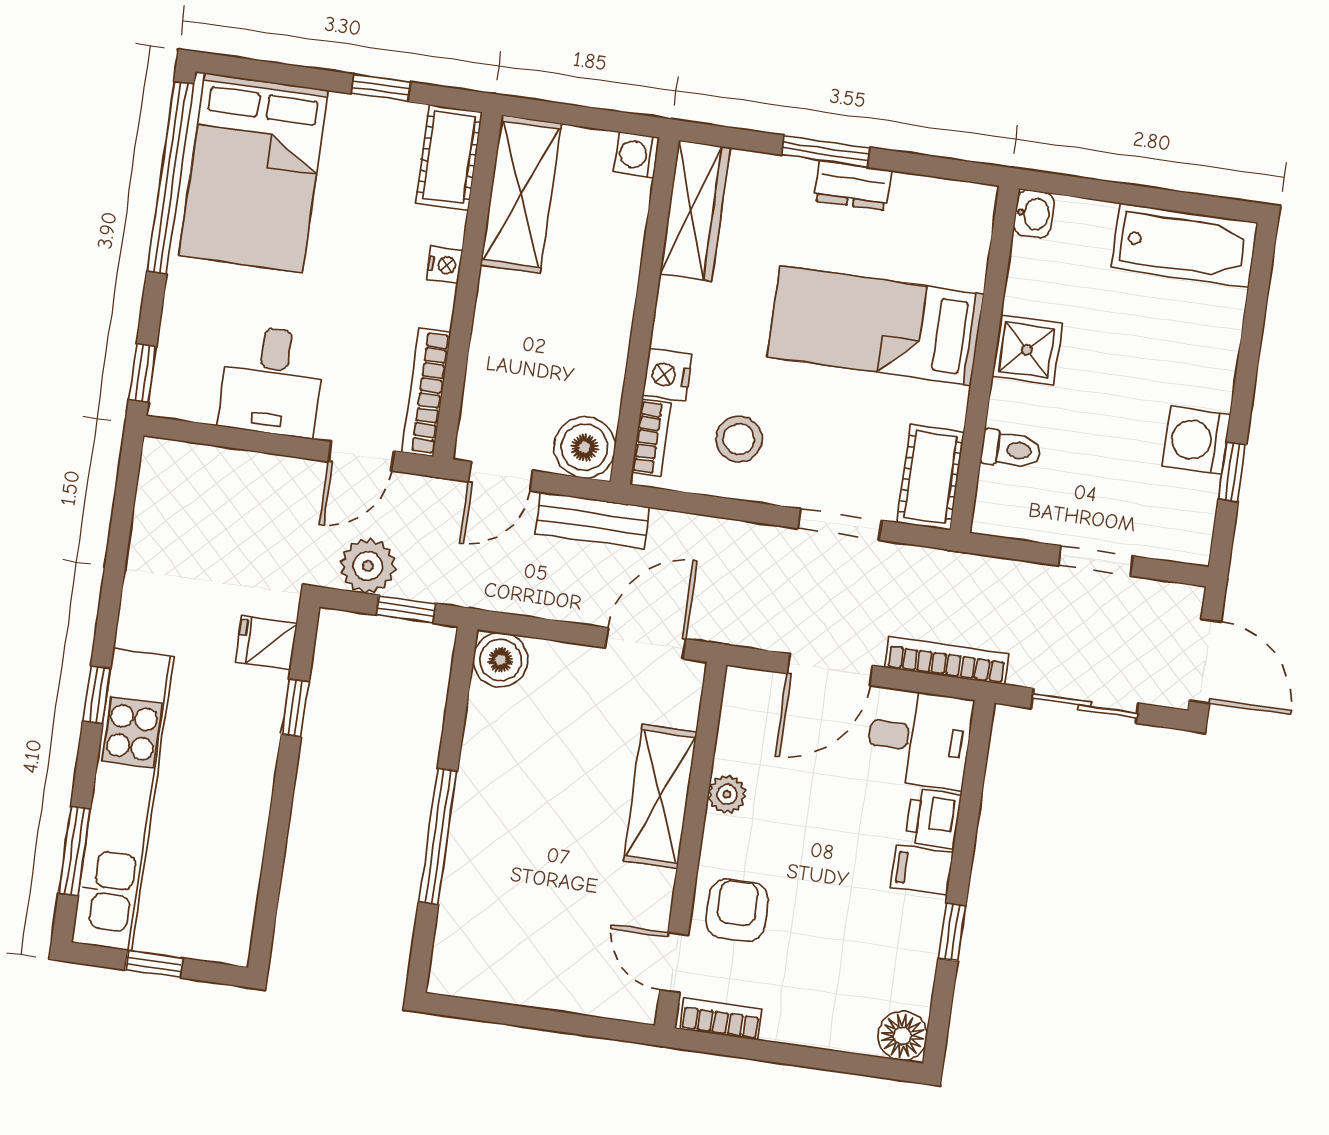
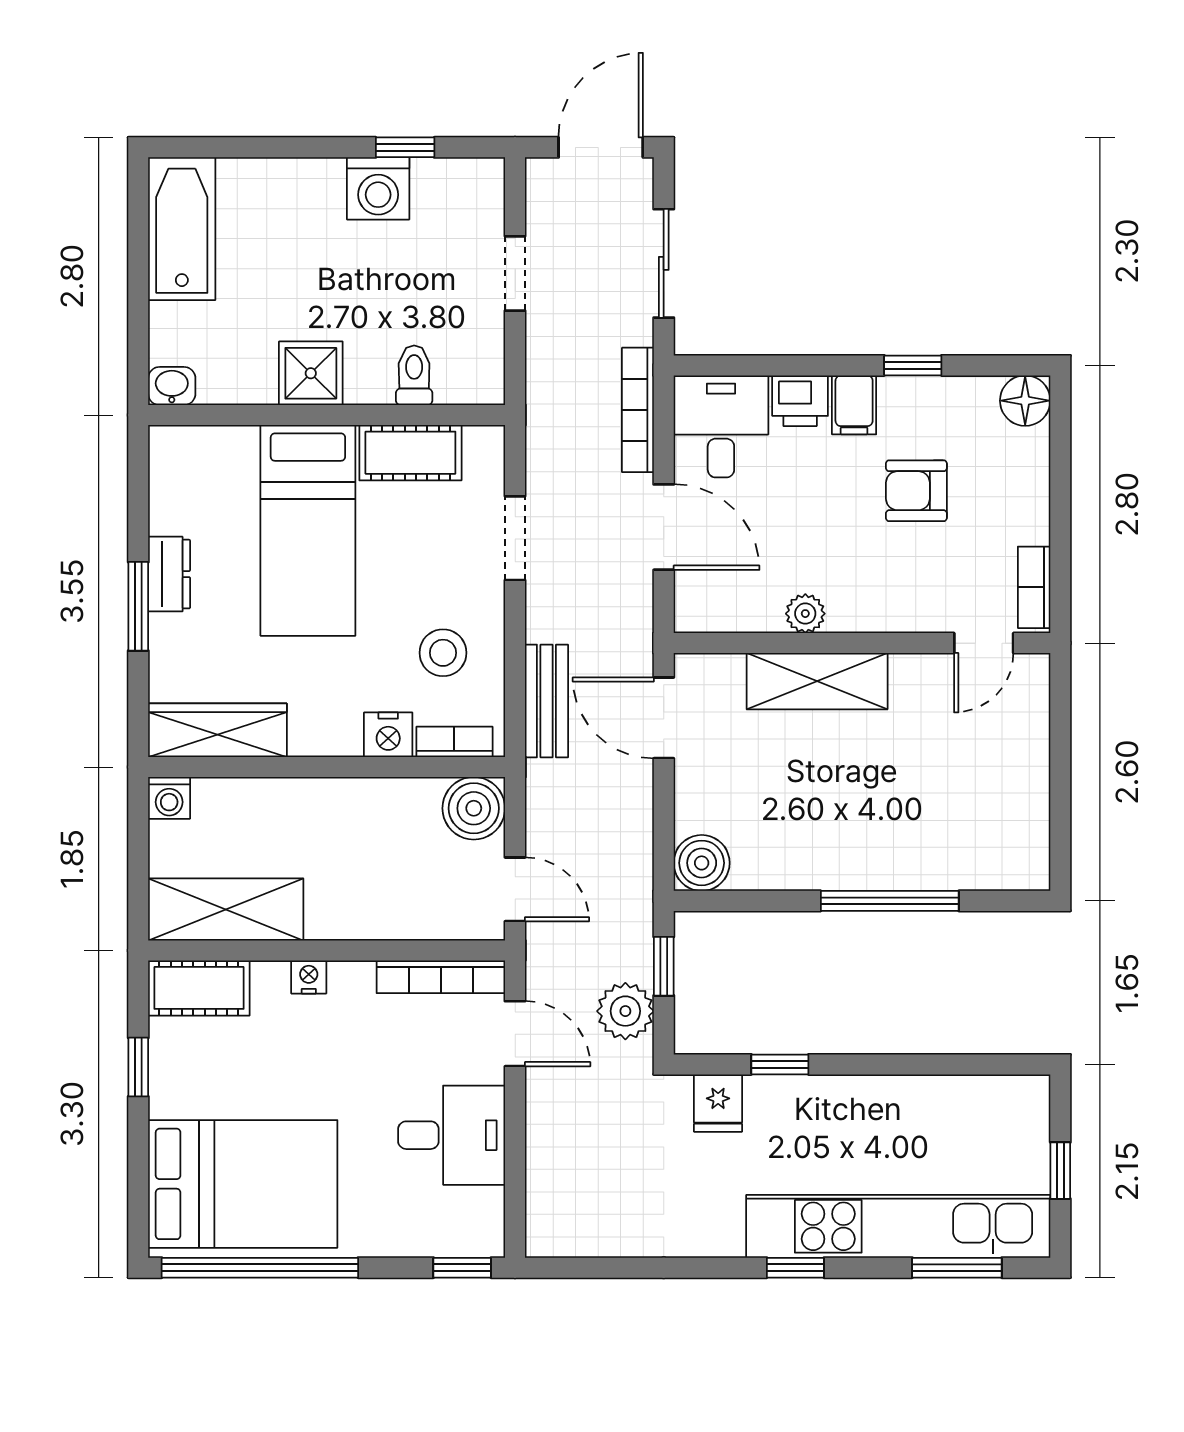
cot: (931, 477) -> (410, 453), moved
bench: (592, 520) -> (546, 701), moved
armchair: (737, 910) -> (916, 491), moved

